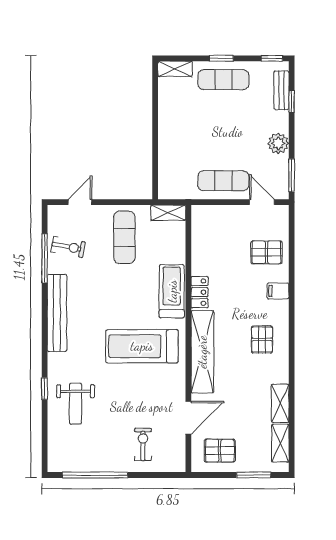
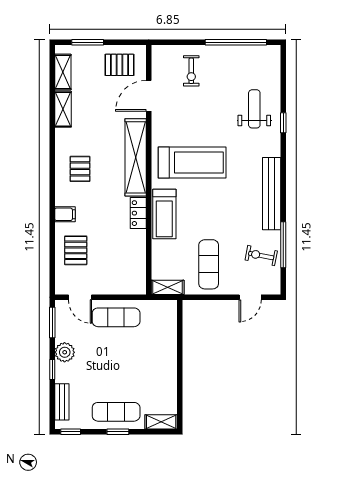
window: (292, 101) -> (52, 369), moved
pallet: (267, 252) -> (76, 250), turned 90

